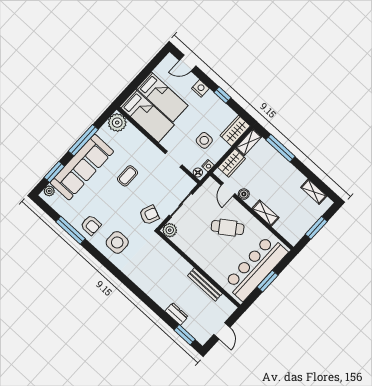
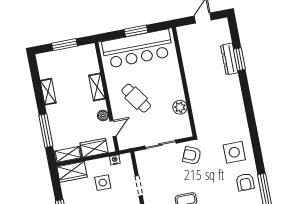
floor lamp: (198, 173) -> (127, 160), removed
shelving: (314, 192) -> (48, 92), moved
armchair: (91, 225) -> (245, 182), turned 180
plant: (170, 230) -> (180, 107), moved
bench: (205, 284) -> (189, 66), removed
dresser: (176, 314) -> (229, 59), width x1.44
window: (185, 335) -> (239, 59), moved

